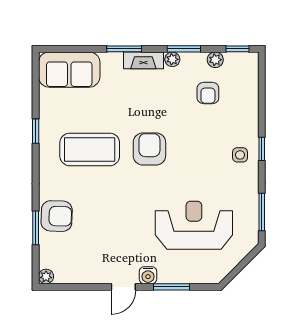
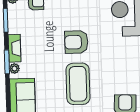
plant: (172, 59) -> (14, 68), moved

